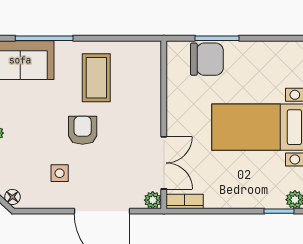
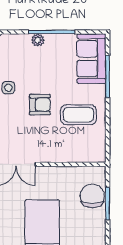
chair: (207, 59) -> (92, 196), turned 180

